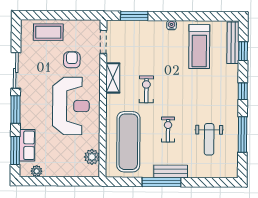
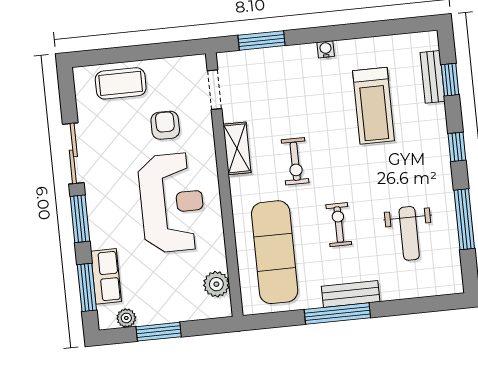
bench: (233, 43) -> (432, 77), width x0.73
treadmill: (199, 47) -> (373, 106), moved
exercise bike: (146, 89) -> (295, 161), turned 180
window: (55, 181) -> (159, 332), added

